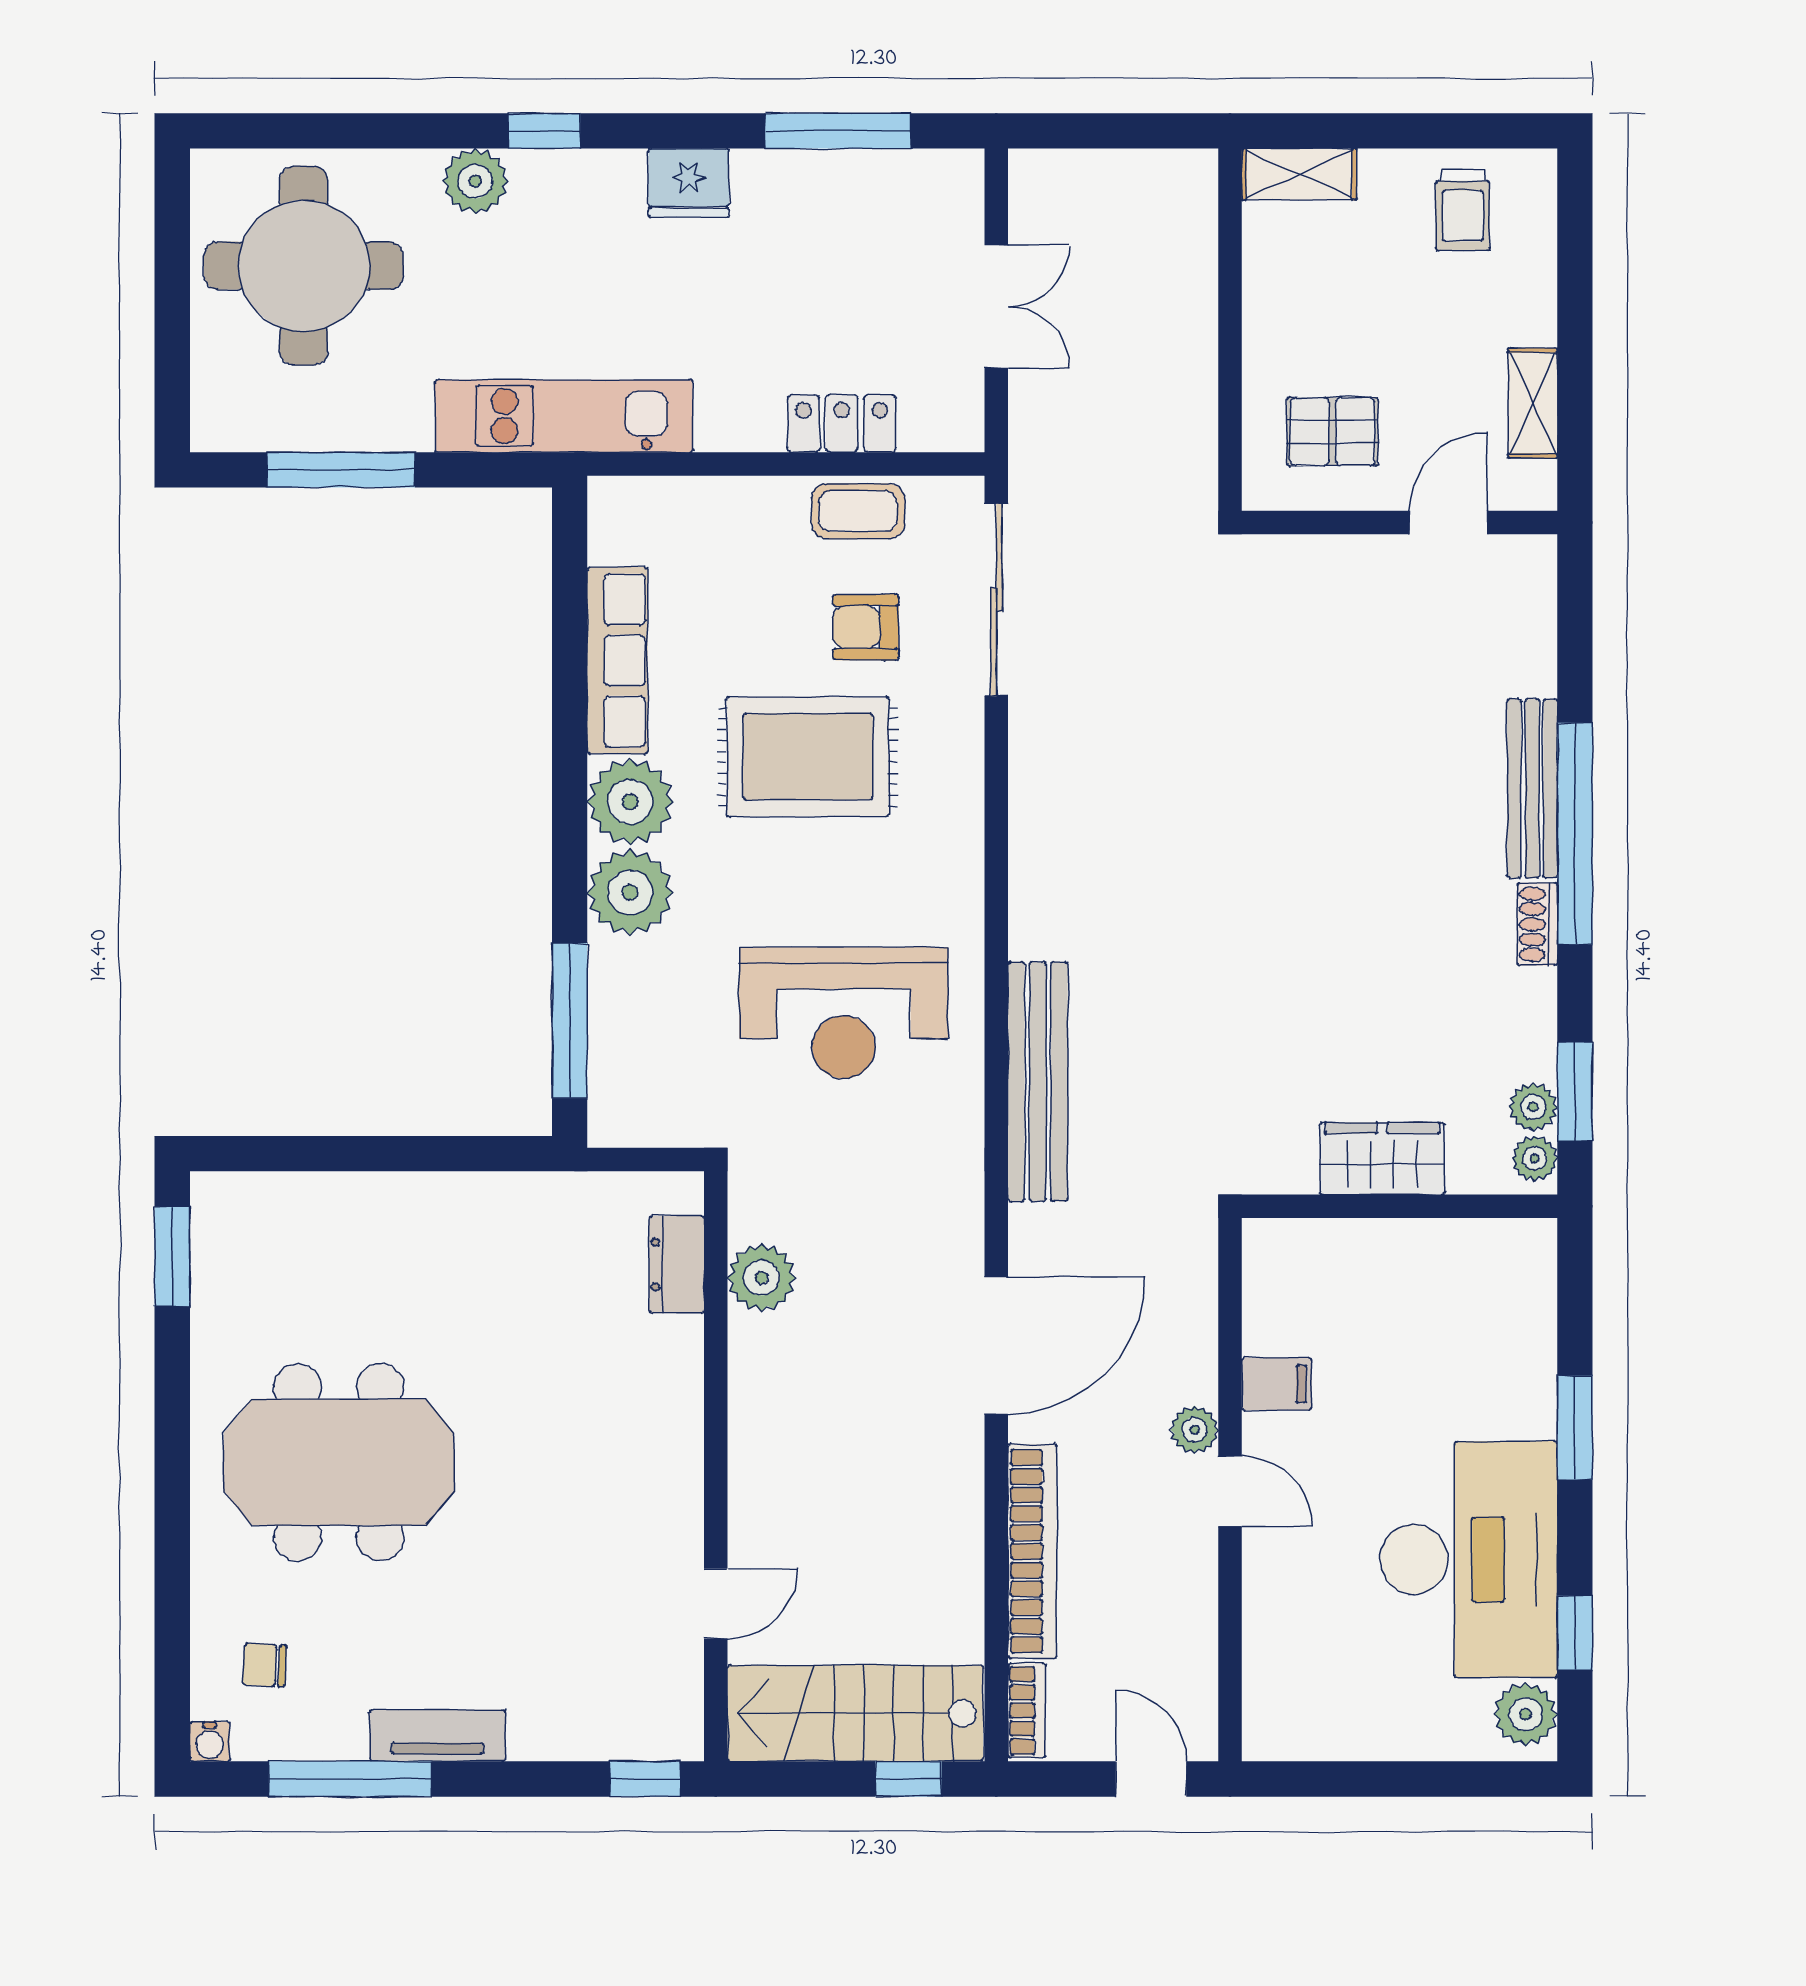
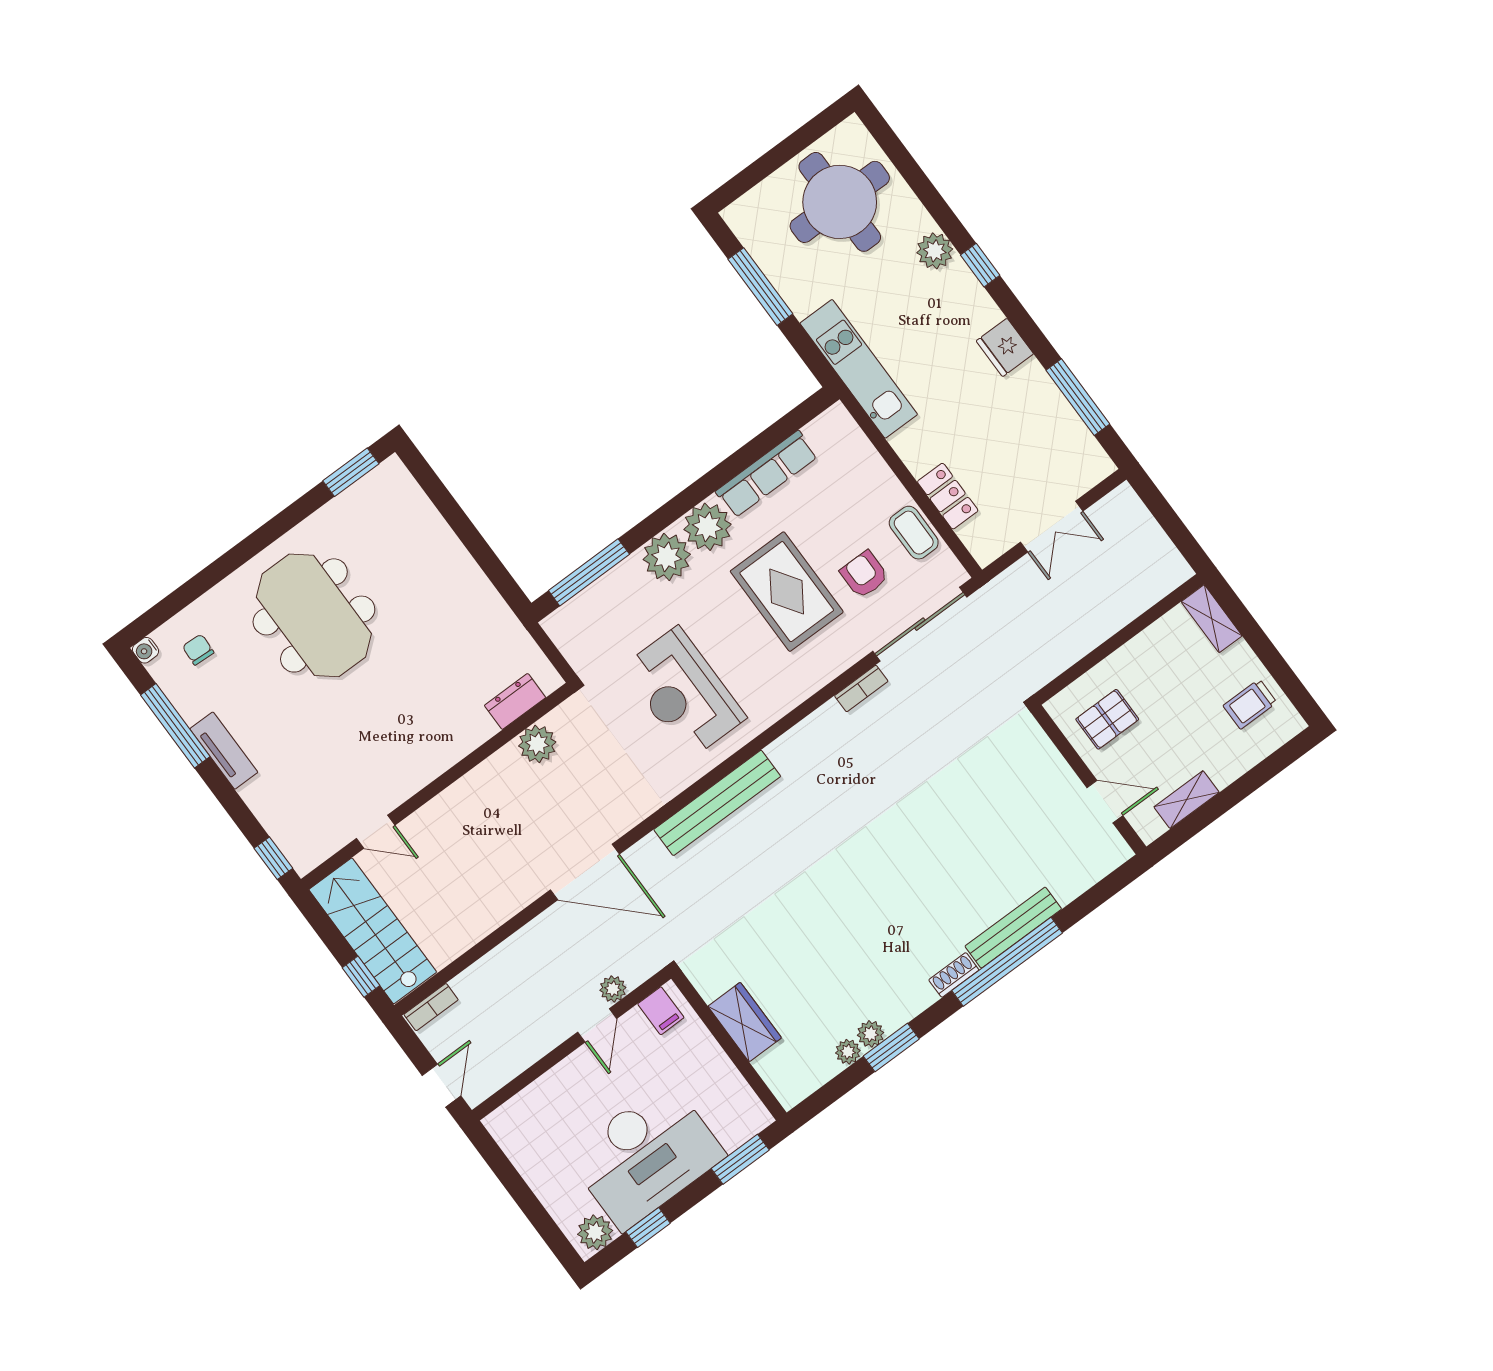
pallet: (1333, 432) -> (1107, 719), turned 90
wardrobe: (1382, 1158) -> (745, 1022), moved
wall: (1400, 1206) -> (729, 1046), moved
bookcase: (1032, 1551) -> (861, 689), moved, width x0.43, depth x0.76

